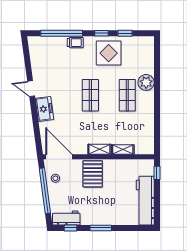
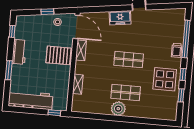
plant: (146, 82) -> (118, 109), moved
shelving: (99, 149) -> (81, 50), moved
door: (59, 157) -> (76, 27), hinge flipped
window: (45, 191) -> (47, 12), width x0.32
workbench: (66, 218) -> (19, 52), moved
window: (101, 228) -> (9, 70), moved

